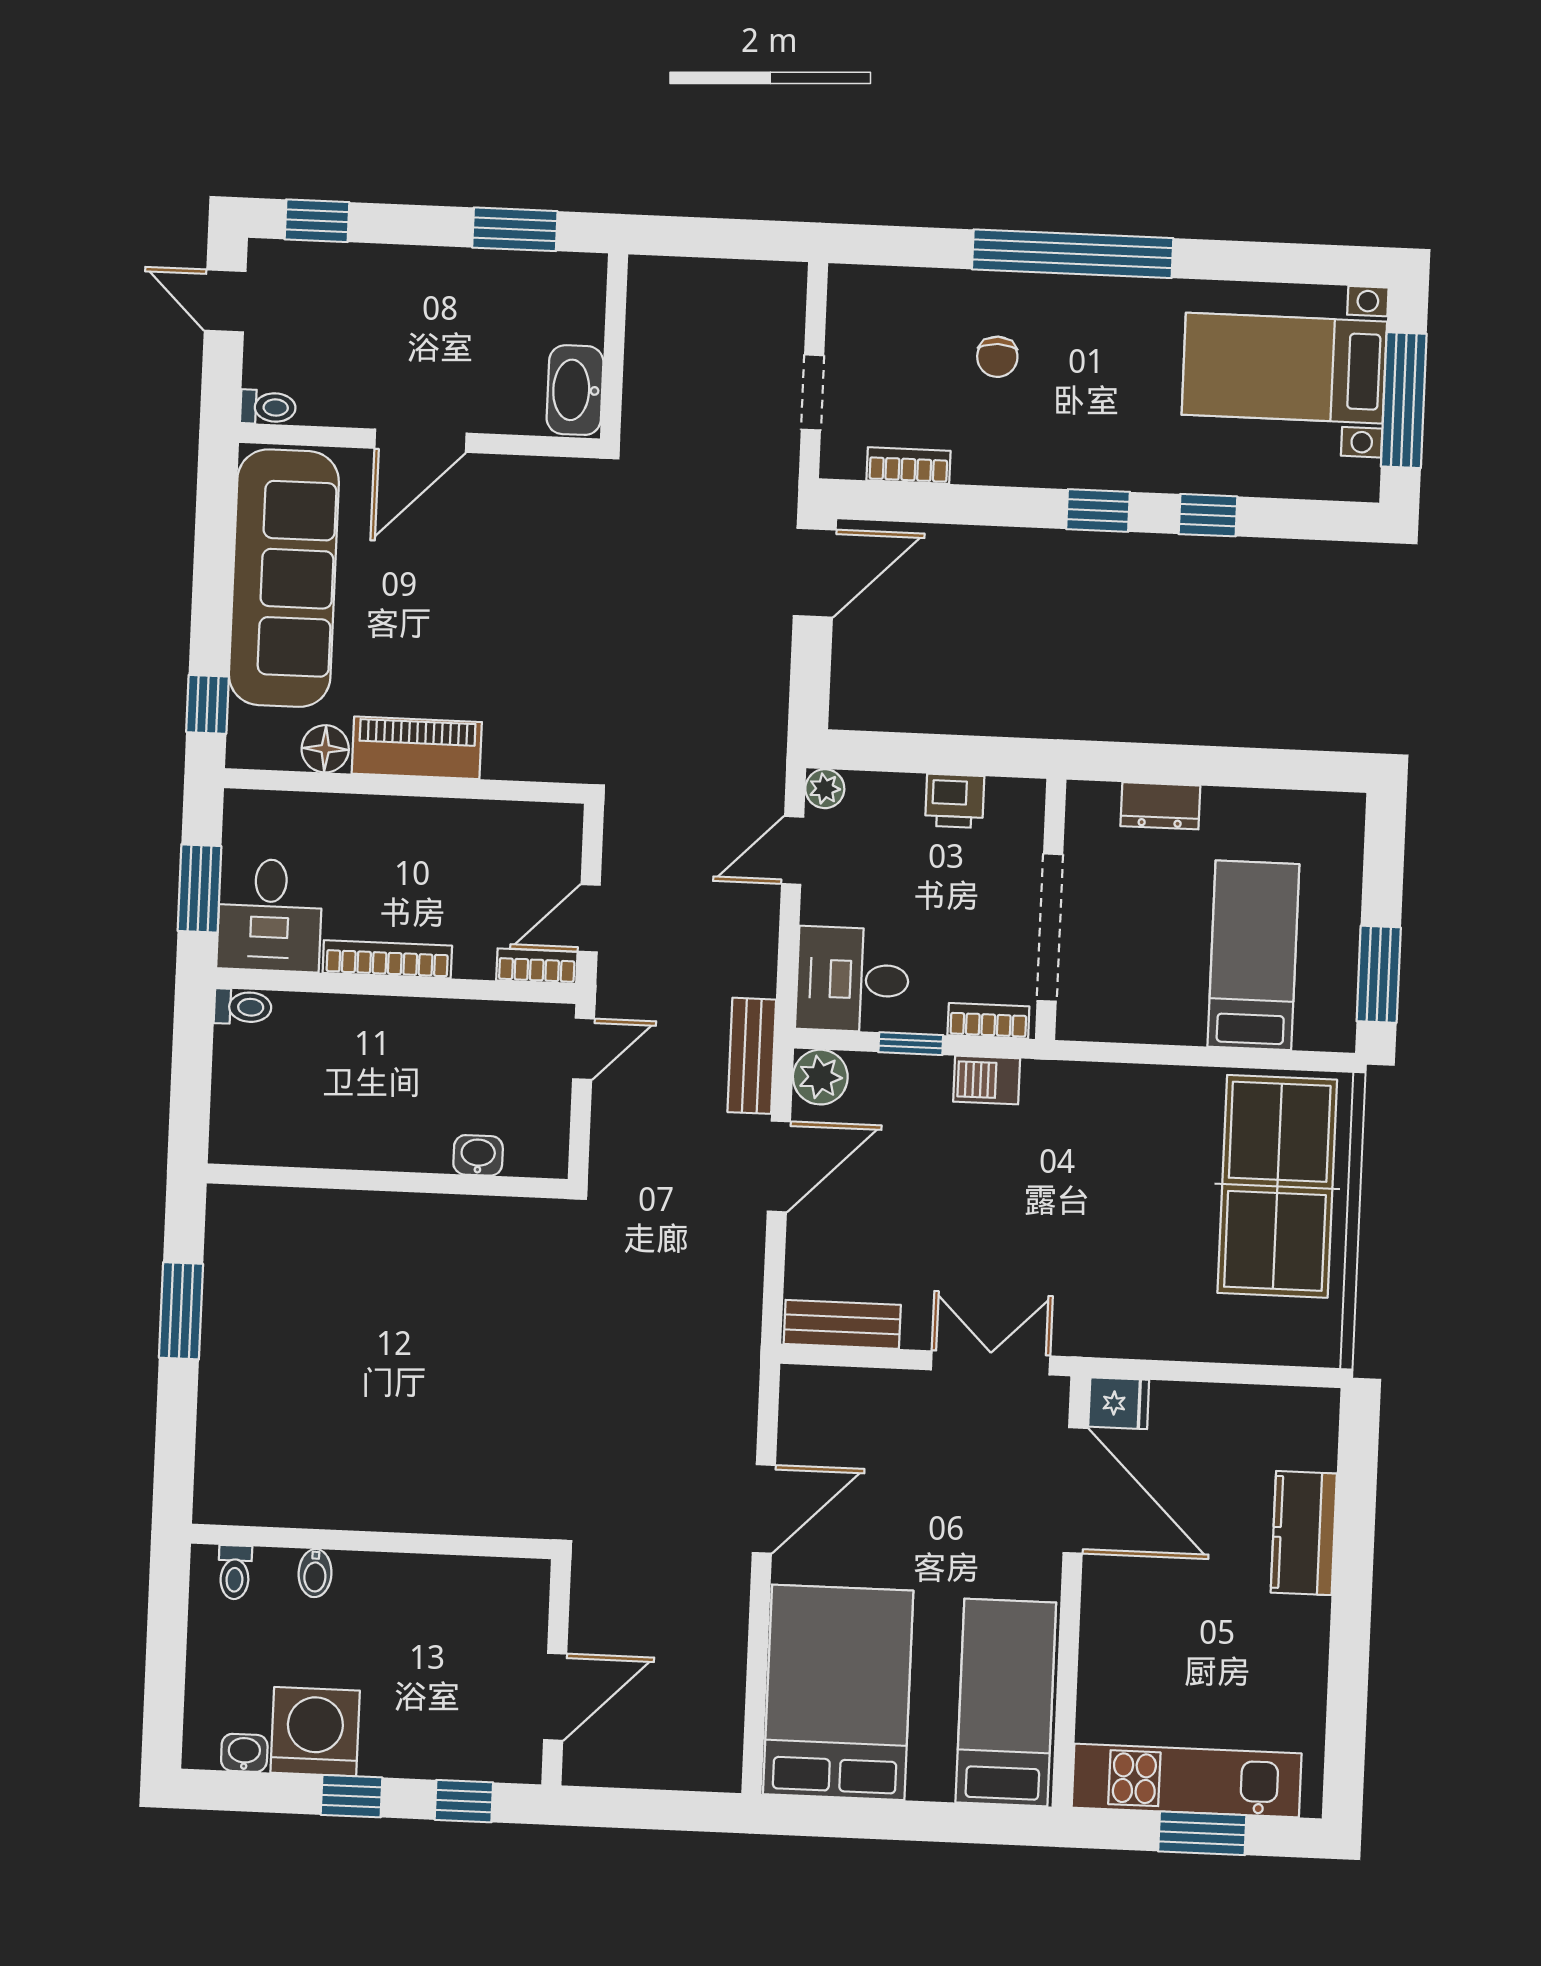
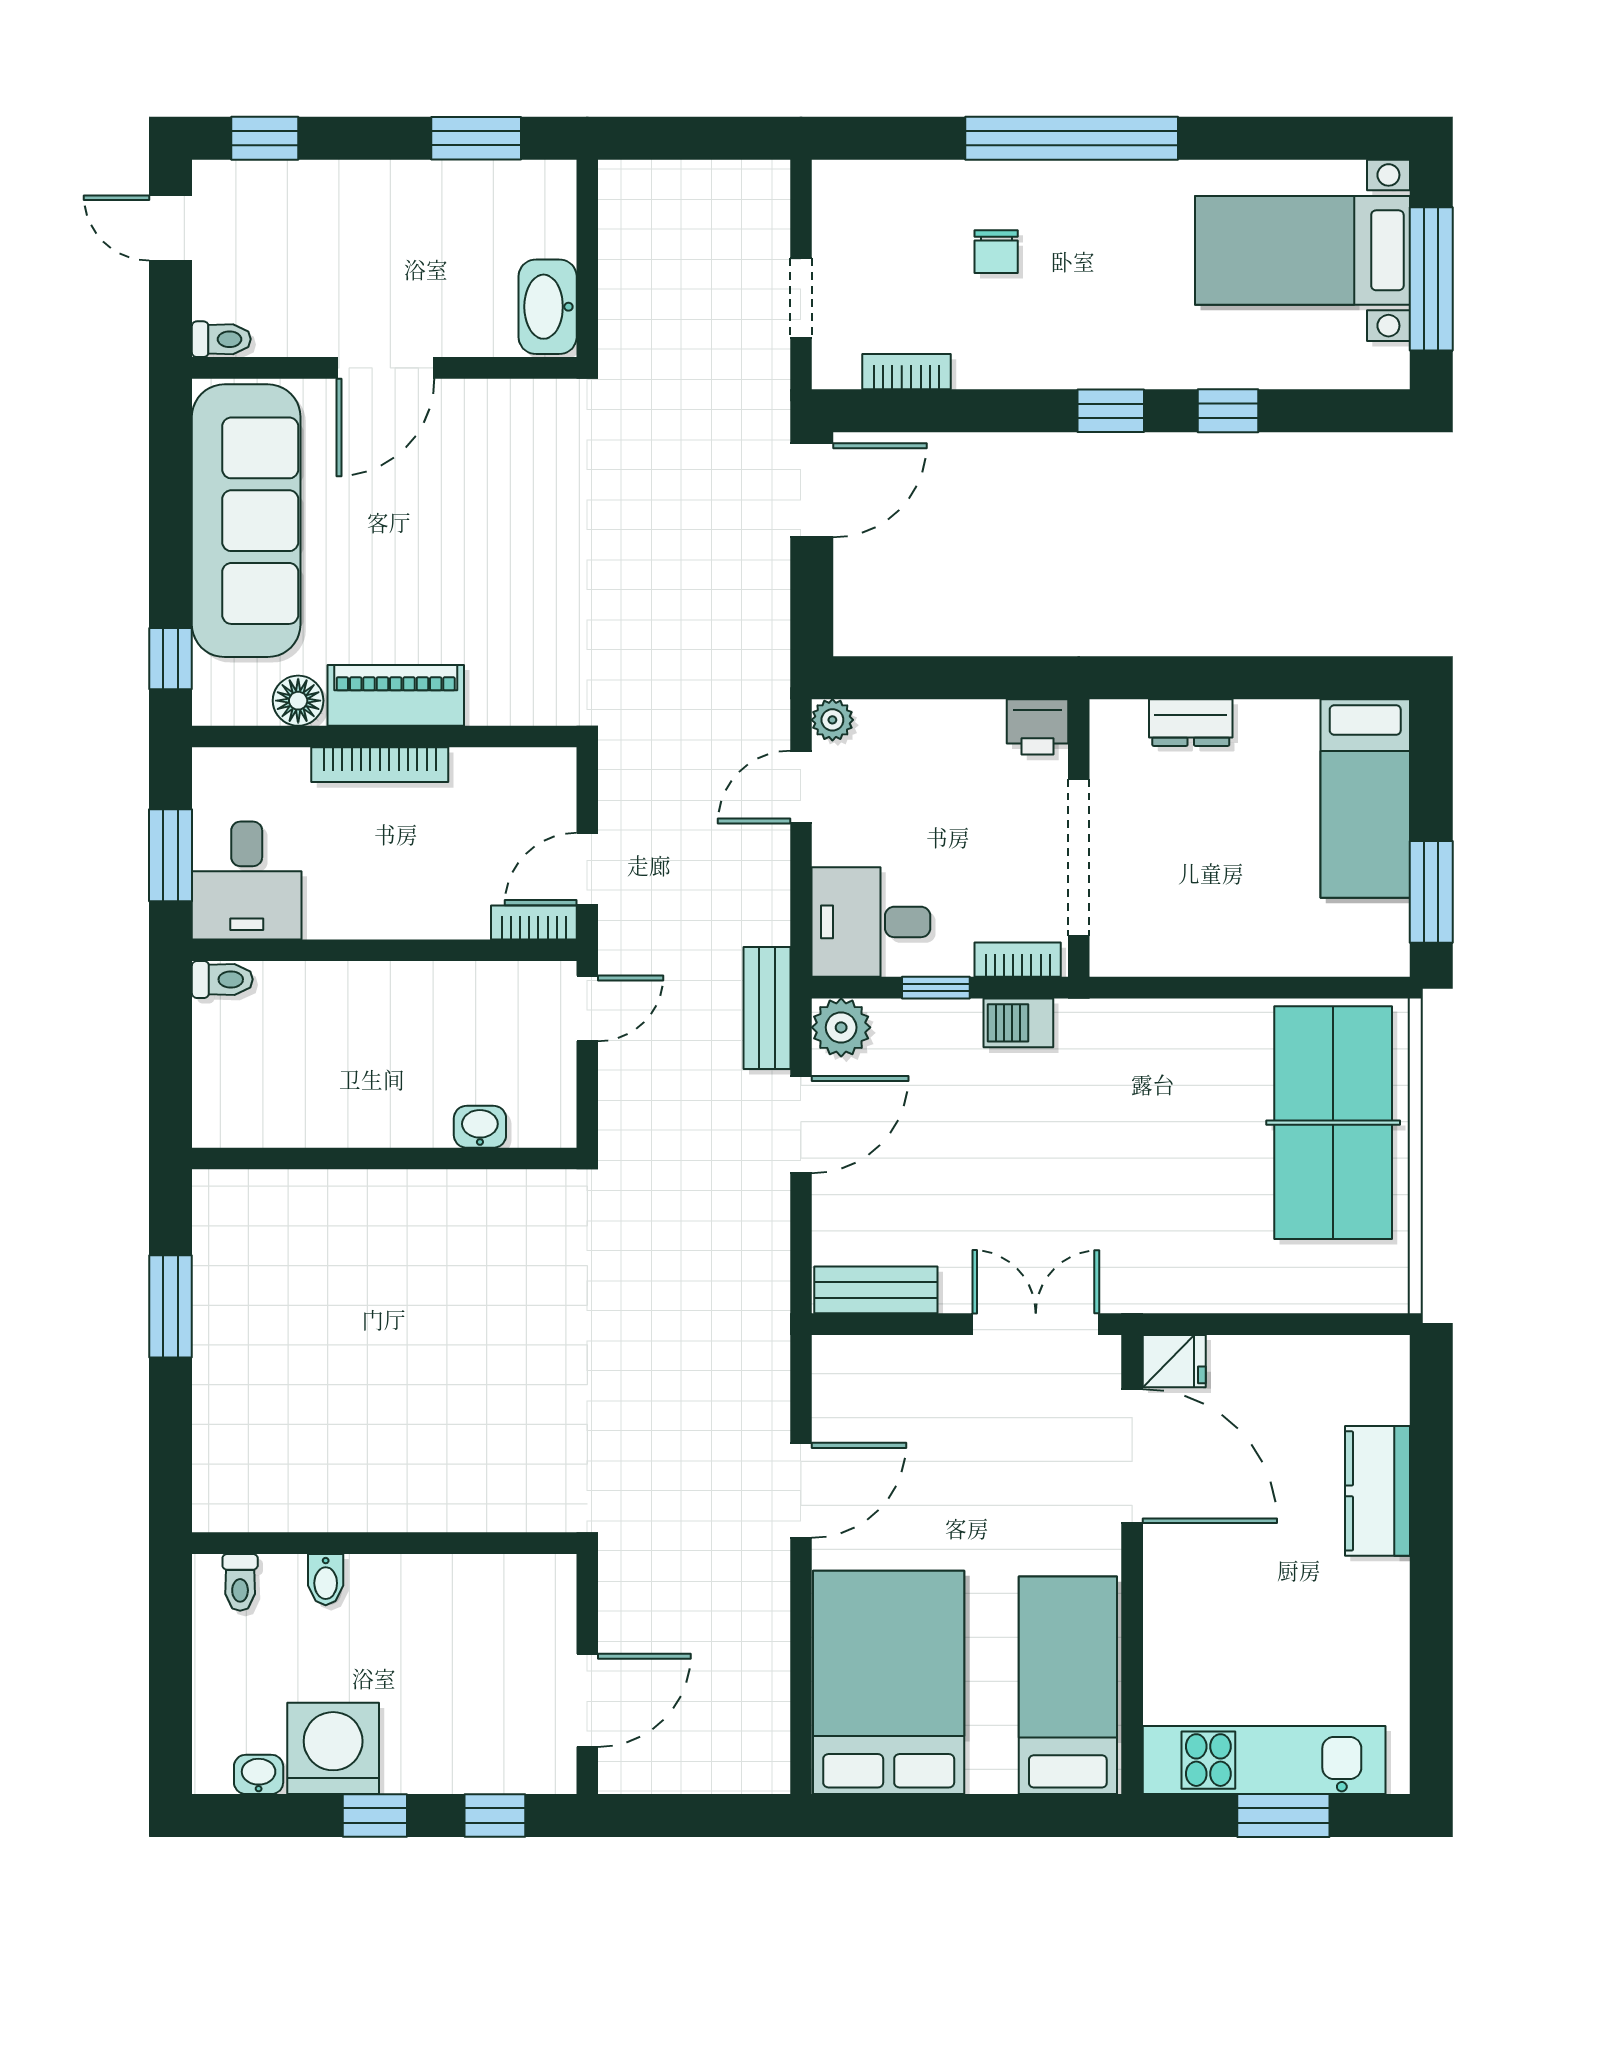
printer: (955, 801) -> (1037, 727), moved
bed: (1253, 955) -> (1365, 799), moved, turned 180
bookcase: (387, 959) -> (380, 765), moved, turned 180

